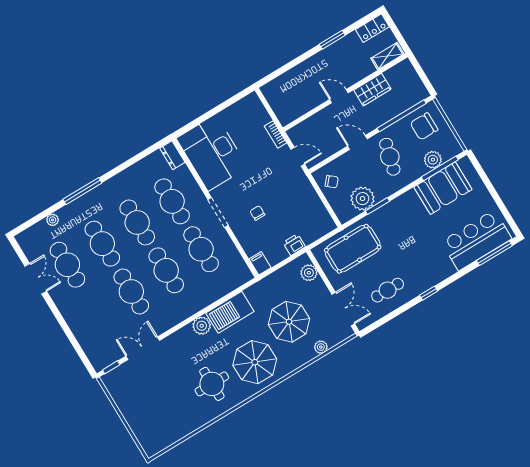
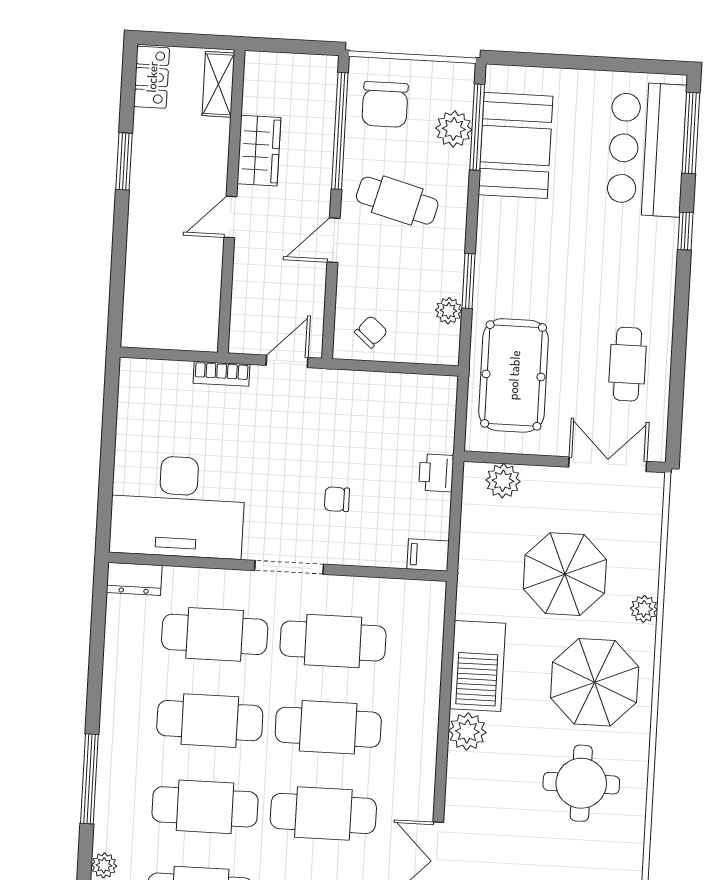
plant: (362, 199) -> (449, 311), width x0.53, depth x0.53
window: (429, 293) -> (685, 231), moved
plant: (321, 347) -> (644, 609), moved

